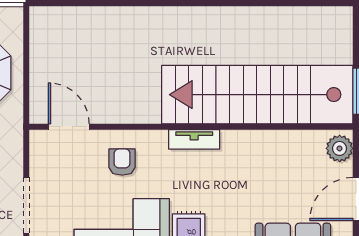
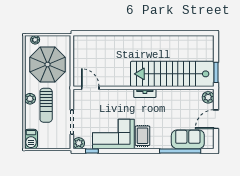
armchair: (122, 162) -> (114, 103), removed

